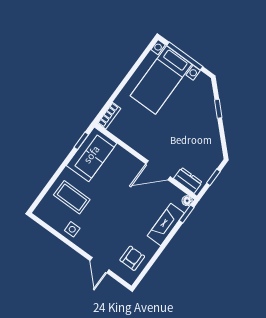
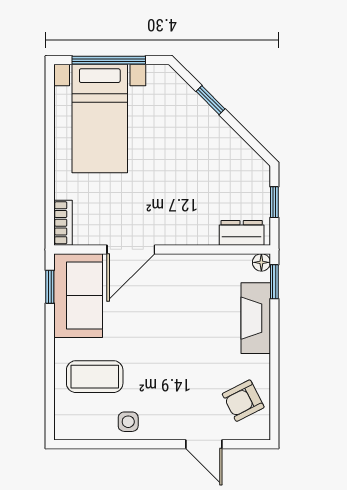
door: (158, 170) -> (131, 249), moved
armchair: (132, 258) -> (243, 401), turned -117

